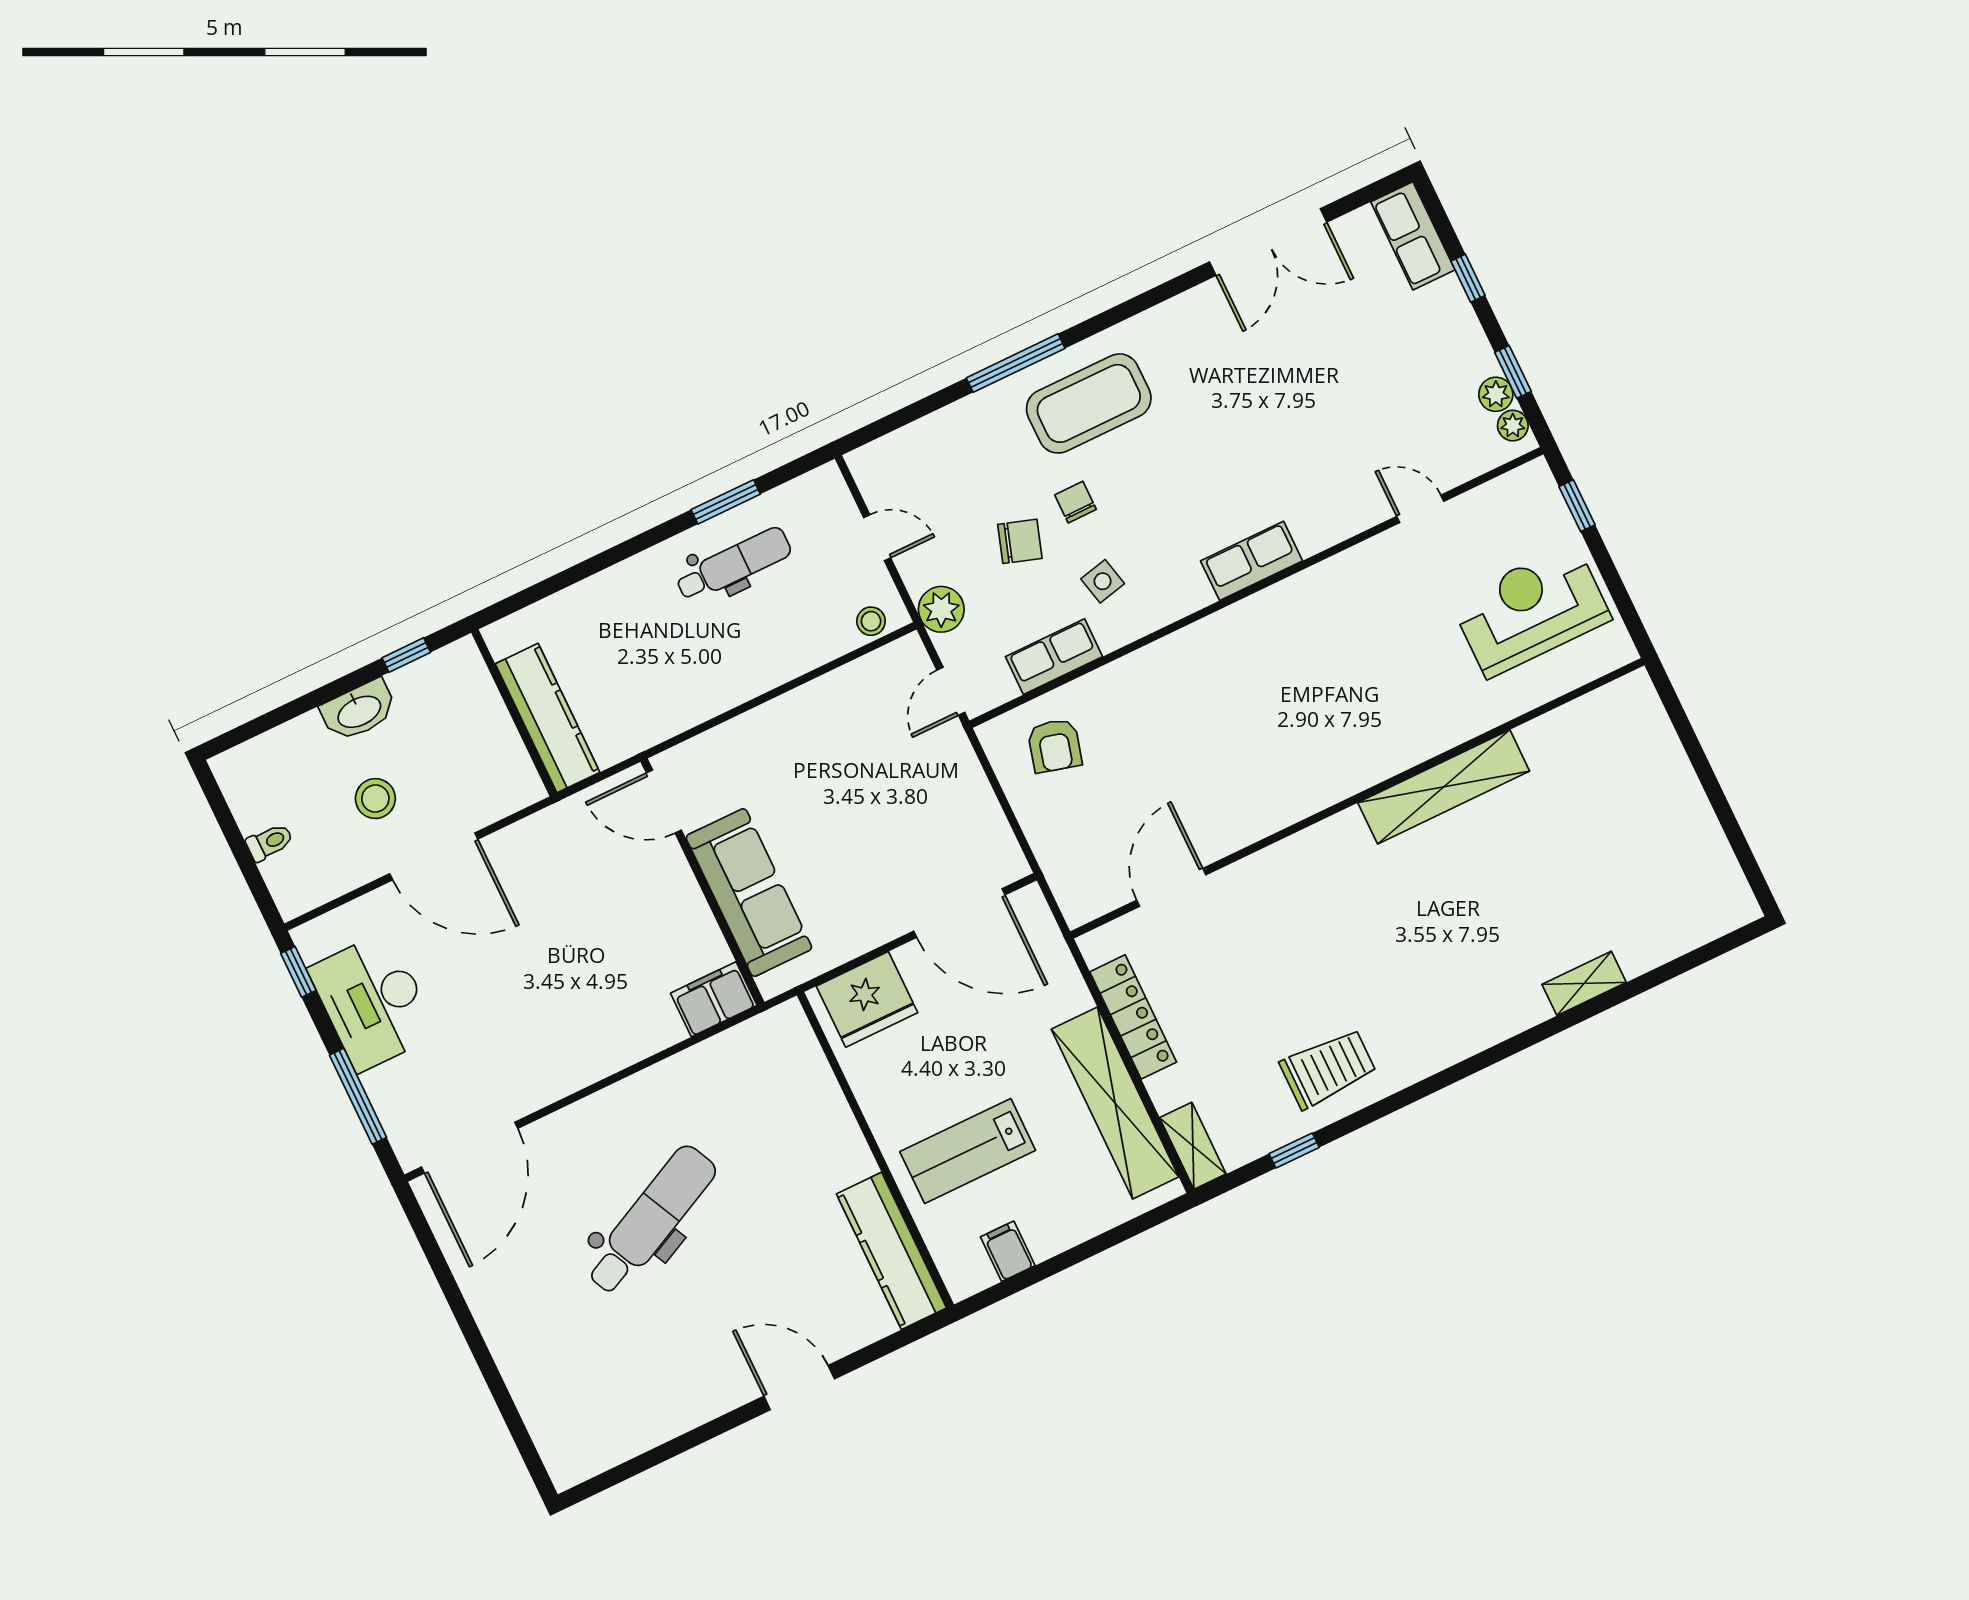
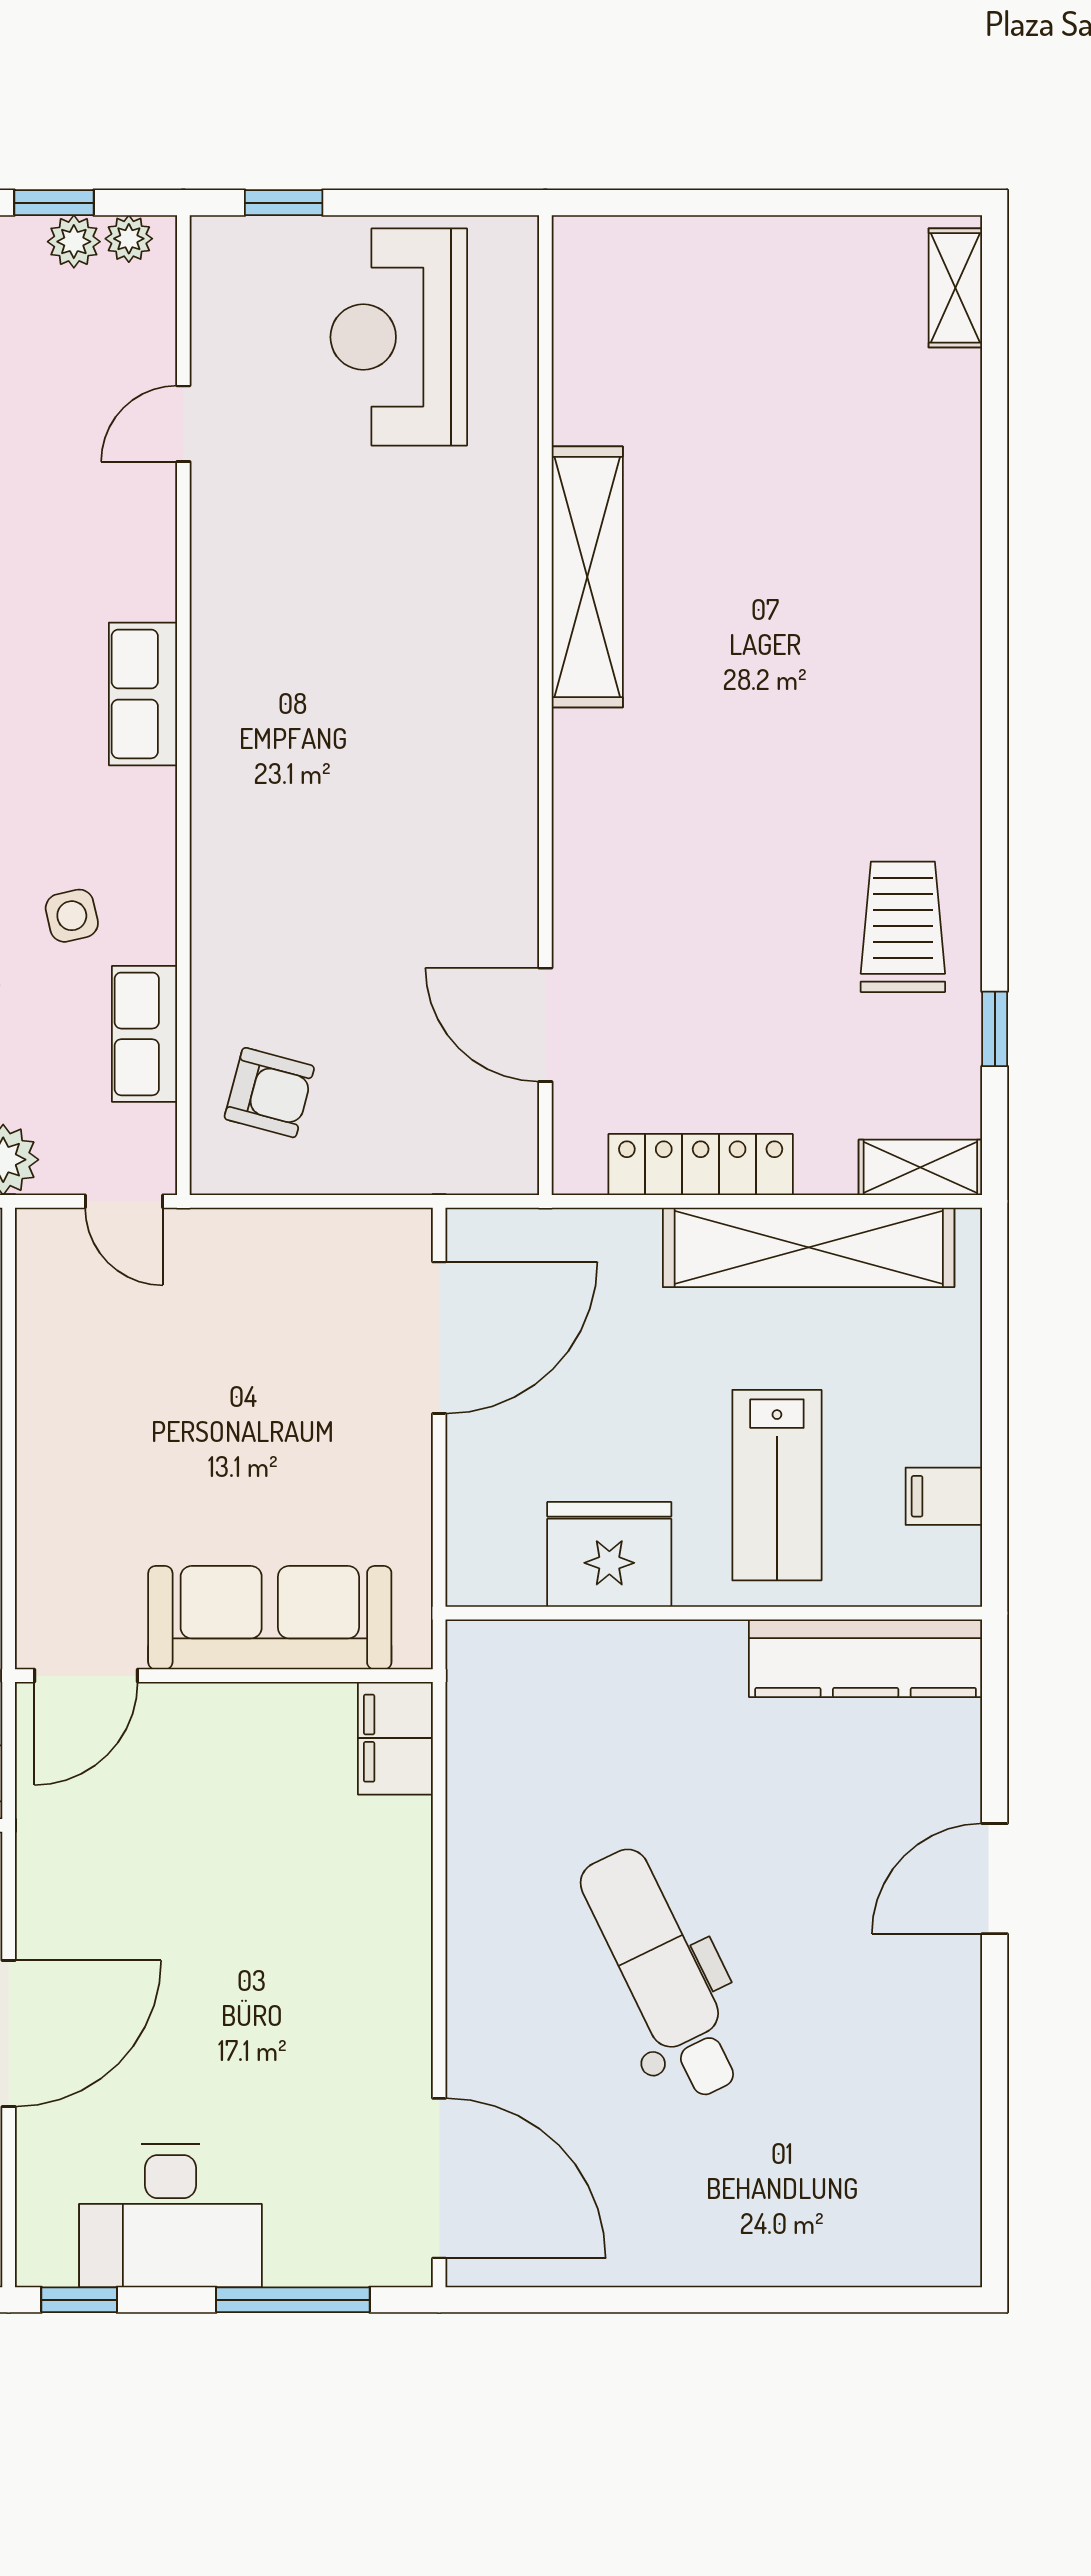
shelving: (1584, 983) -> (955, 288), moved
fridge: (867, 999) -> (609, 1554), moved, turned -90

